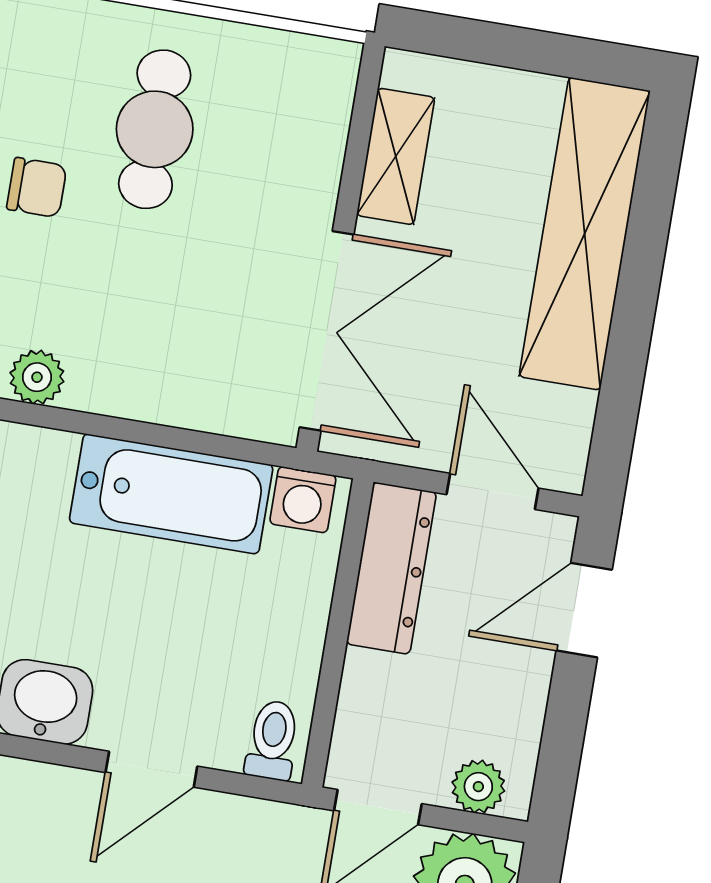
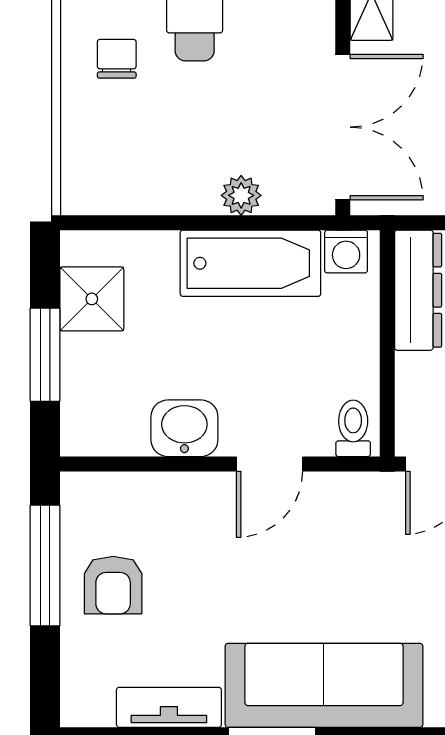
chair: (37, 187) -> (117, 59), turned -90
plant: (37, 377) -> (241, 195), moved

